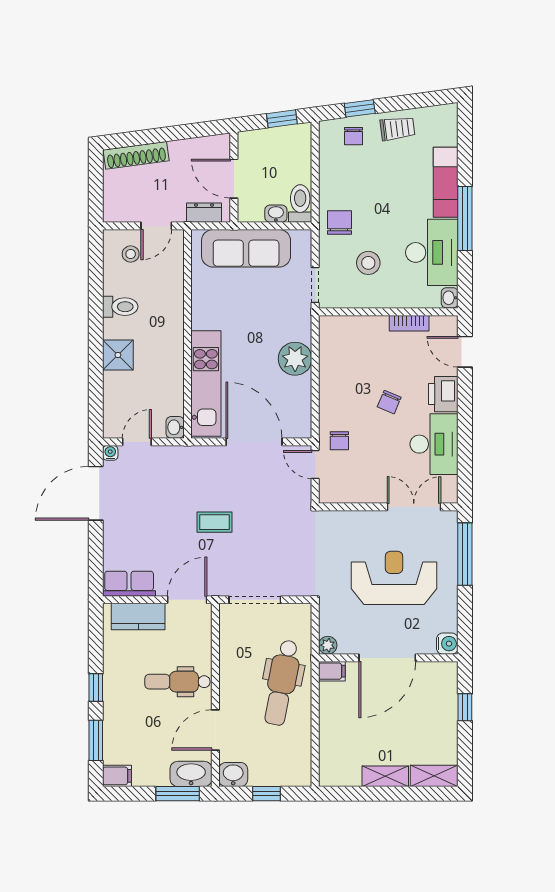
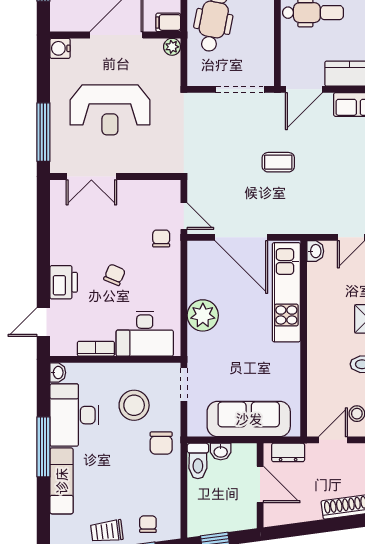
stool: (368, 263) -> (134, 405), width x1.38, depth x1.38
door: (465, 352) -> (43, 322), swing flipped
desk: (434, 444) -> (145, 334), moved, turned -90

